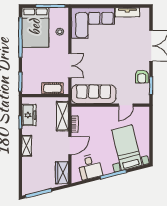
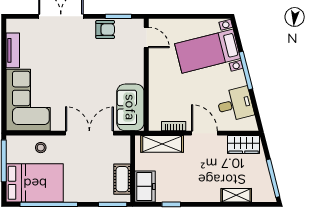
double door: (70, 66) -> (89, 133), width x1.37
cot: (52, 88) -> (122, 179), moved
sofa: (94, 94) -> (130, 107), width x0.73
door: (126, 105) -> (146, 38), moved
freezer: (29, 115) -> (145, 186), moved, turned 90
shelving: (27, 146) -> (236, 195), moved

